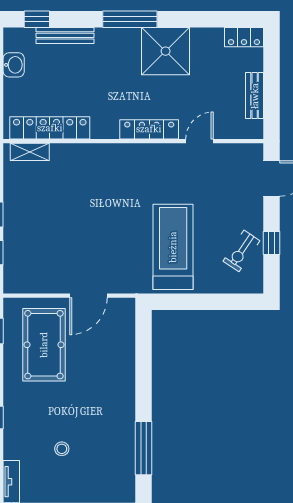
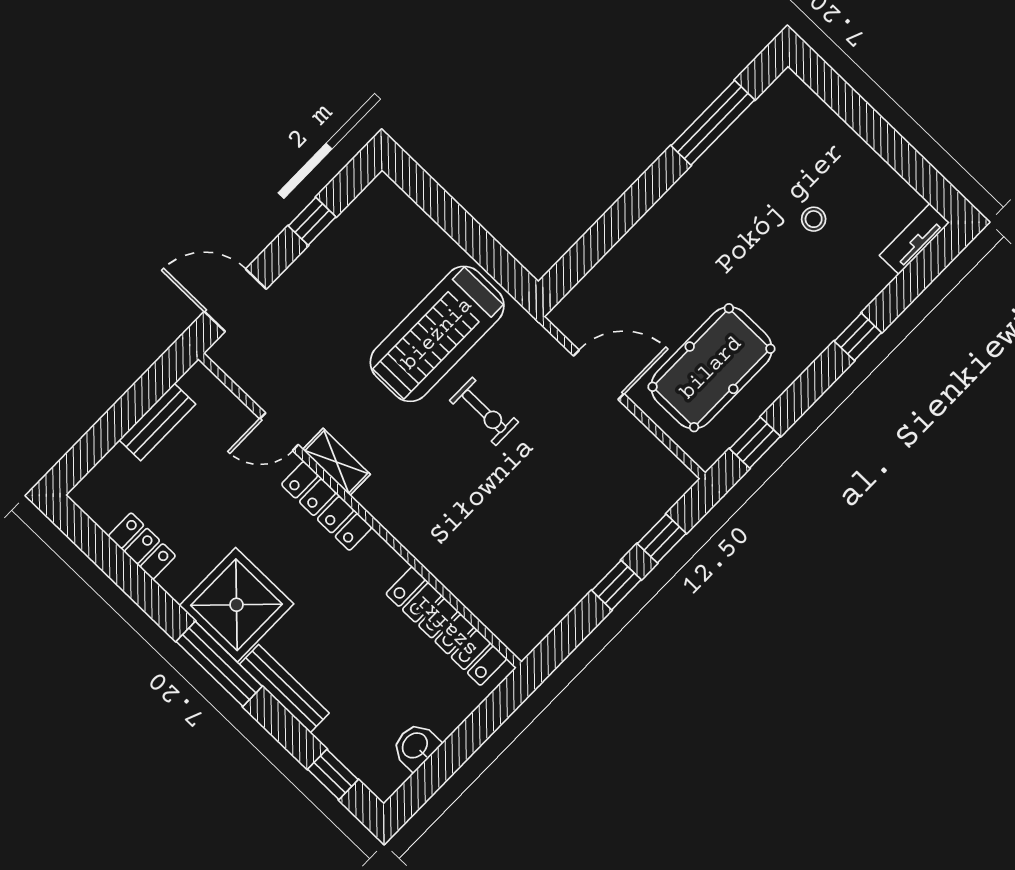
bench: (65, 35) -> (284, 689), moved
locker: (244, 37) -> (142, 546), moved
shower: (166, 51) -> (237, 605), moved
shelving: (30, 152) -> (336, 462), moved
exercise bike: (241, 251) -> (484, 411), moved, turned 56

